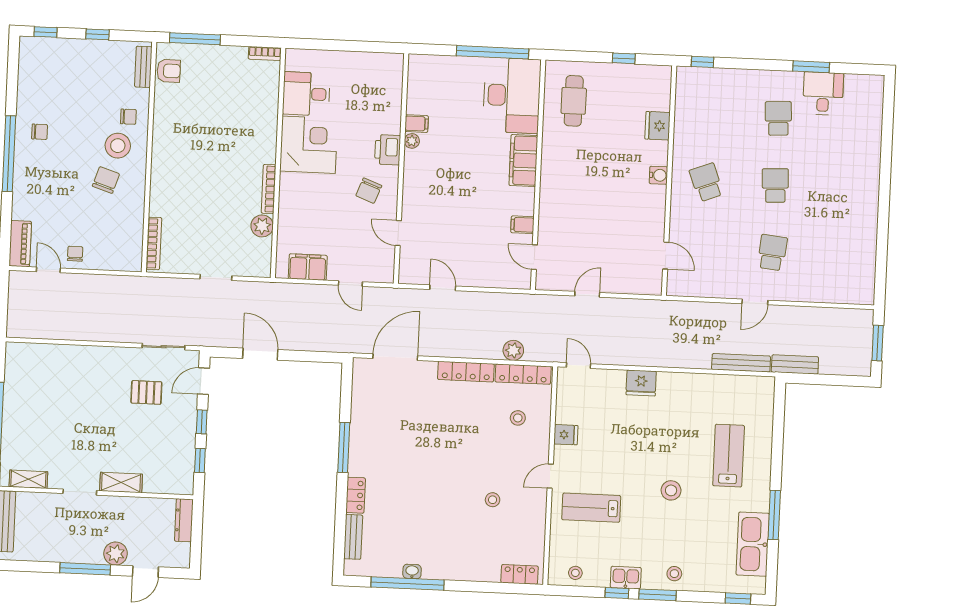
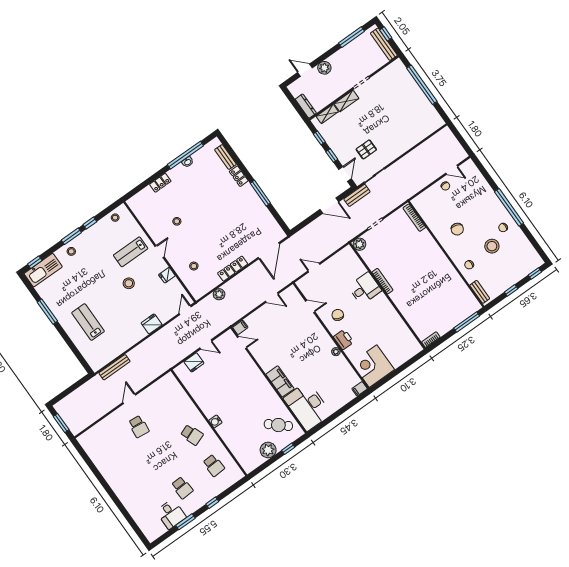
window: (493, 52) -> (331, 418), removed
window: (624, 58) -> (288, 449), moved
window: (703, 62) -> (212, 503), moved
armchair: (169, 71) -> (467, 299), removed
plant: (616, 77) -> (268, 450), added
desk: (306, 94) -> (365, 288), moved
cafe table: (574, 101) -> (278, 425), turned -49
filing cabinet: (417, 124) -> (360, 389), moved
fridge: (658, 126) -> (194, 362), moved, turned 90
corner desk: (309, 145) -> (373, 366), moved, turned 90
stool: (118, 146) -> (492, 246), moved
school desk: (775, 185) -> (214, 465), moved
filing cabinet: (522, 225) -> (240, 327), moved
plant: (262, 226) -> (359, 244), moved
piano: (20, 244) -> (473, 172), removed
door: (666, 256) -> (185, 389), removed
filing cabinet: (308, 267) -> (338, 260), removed
door: (587, 294) -> (206, 344), hinge flipped
bench: (795, 364) -> (357, 195), moved
door: (578, 366) -> (185, 310), swing flipped
locker: (523, 374) -> (207, 287), removed
lab bench: (729, 456) -> (88, 322), turned 180
shelving: (28, 479) -> (327, 114), moved
stool: (671, 490) -> (129, 283), moved
lab bench: (591, 508) -> (131, 252), turned 180
kitchen sink: (753, 544) -> (43, 270), moved, turned 90
window: (85, 569) -> (351, 37), moved
door: (145, 572) -> (305, 70), hinge flipped
locker: (520, 574) -> (160, 183), moved
kitchen sink: (626, 578) -> (91, 233), removed

